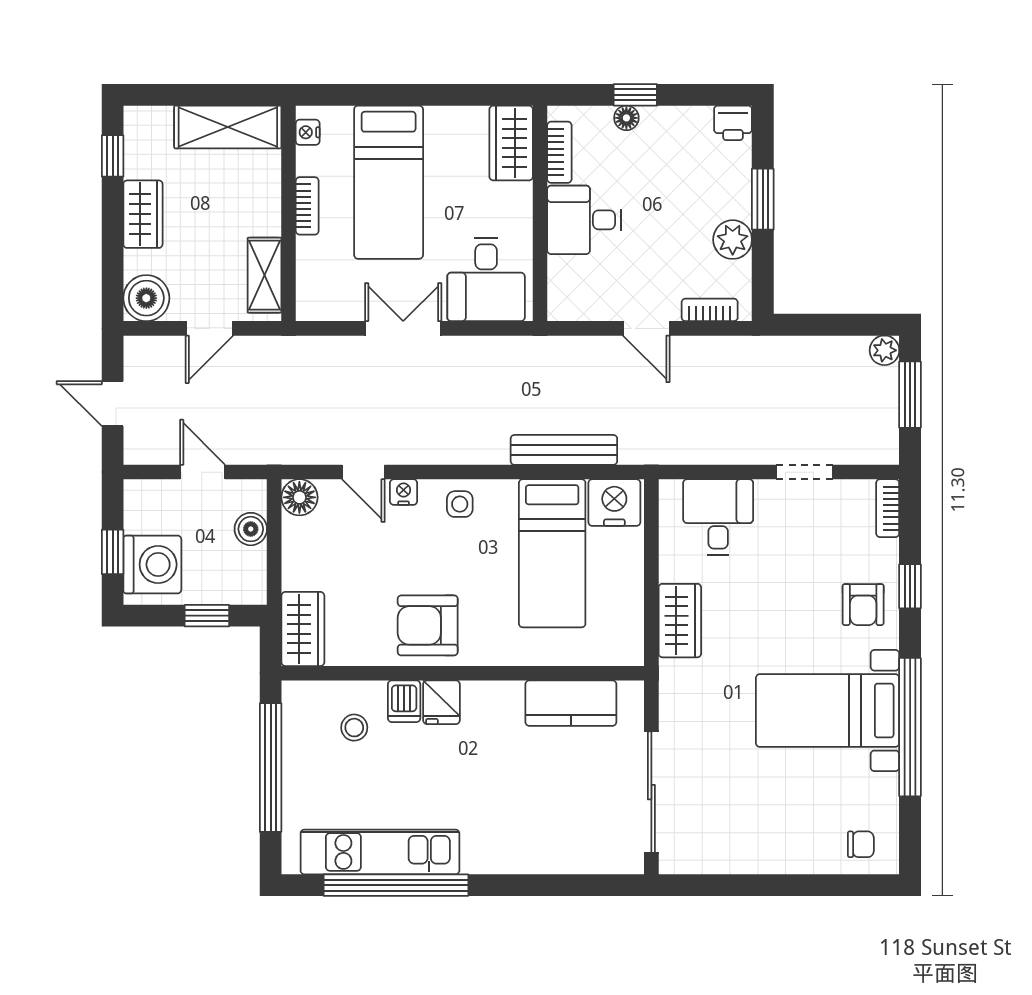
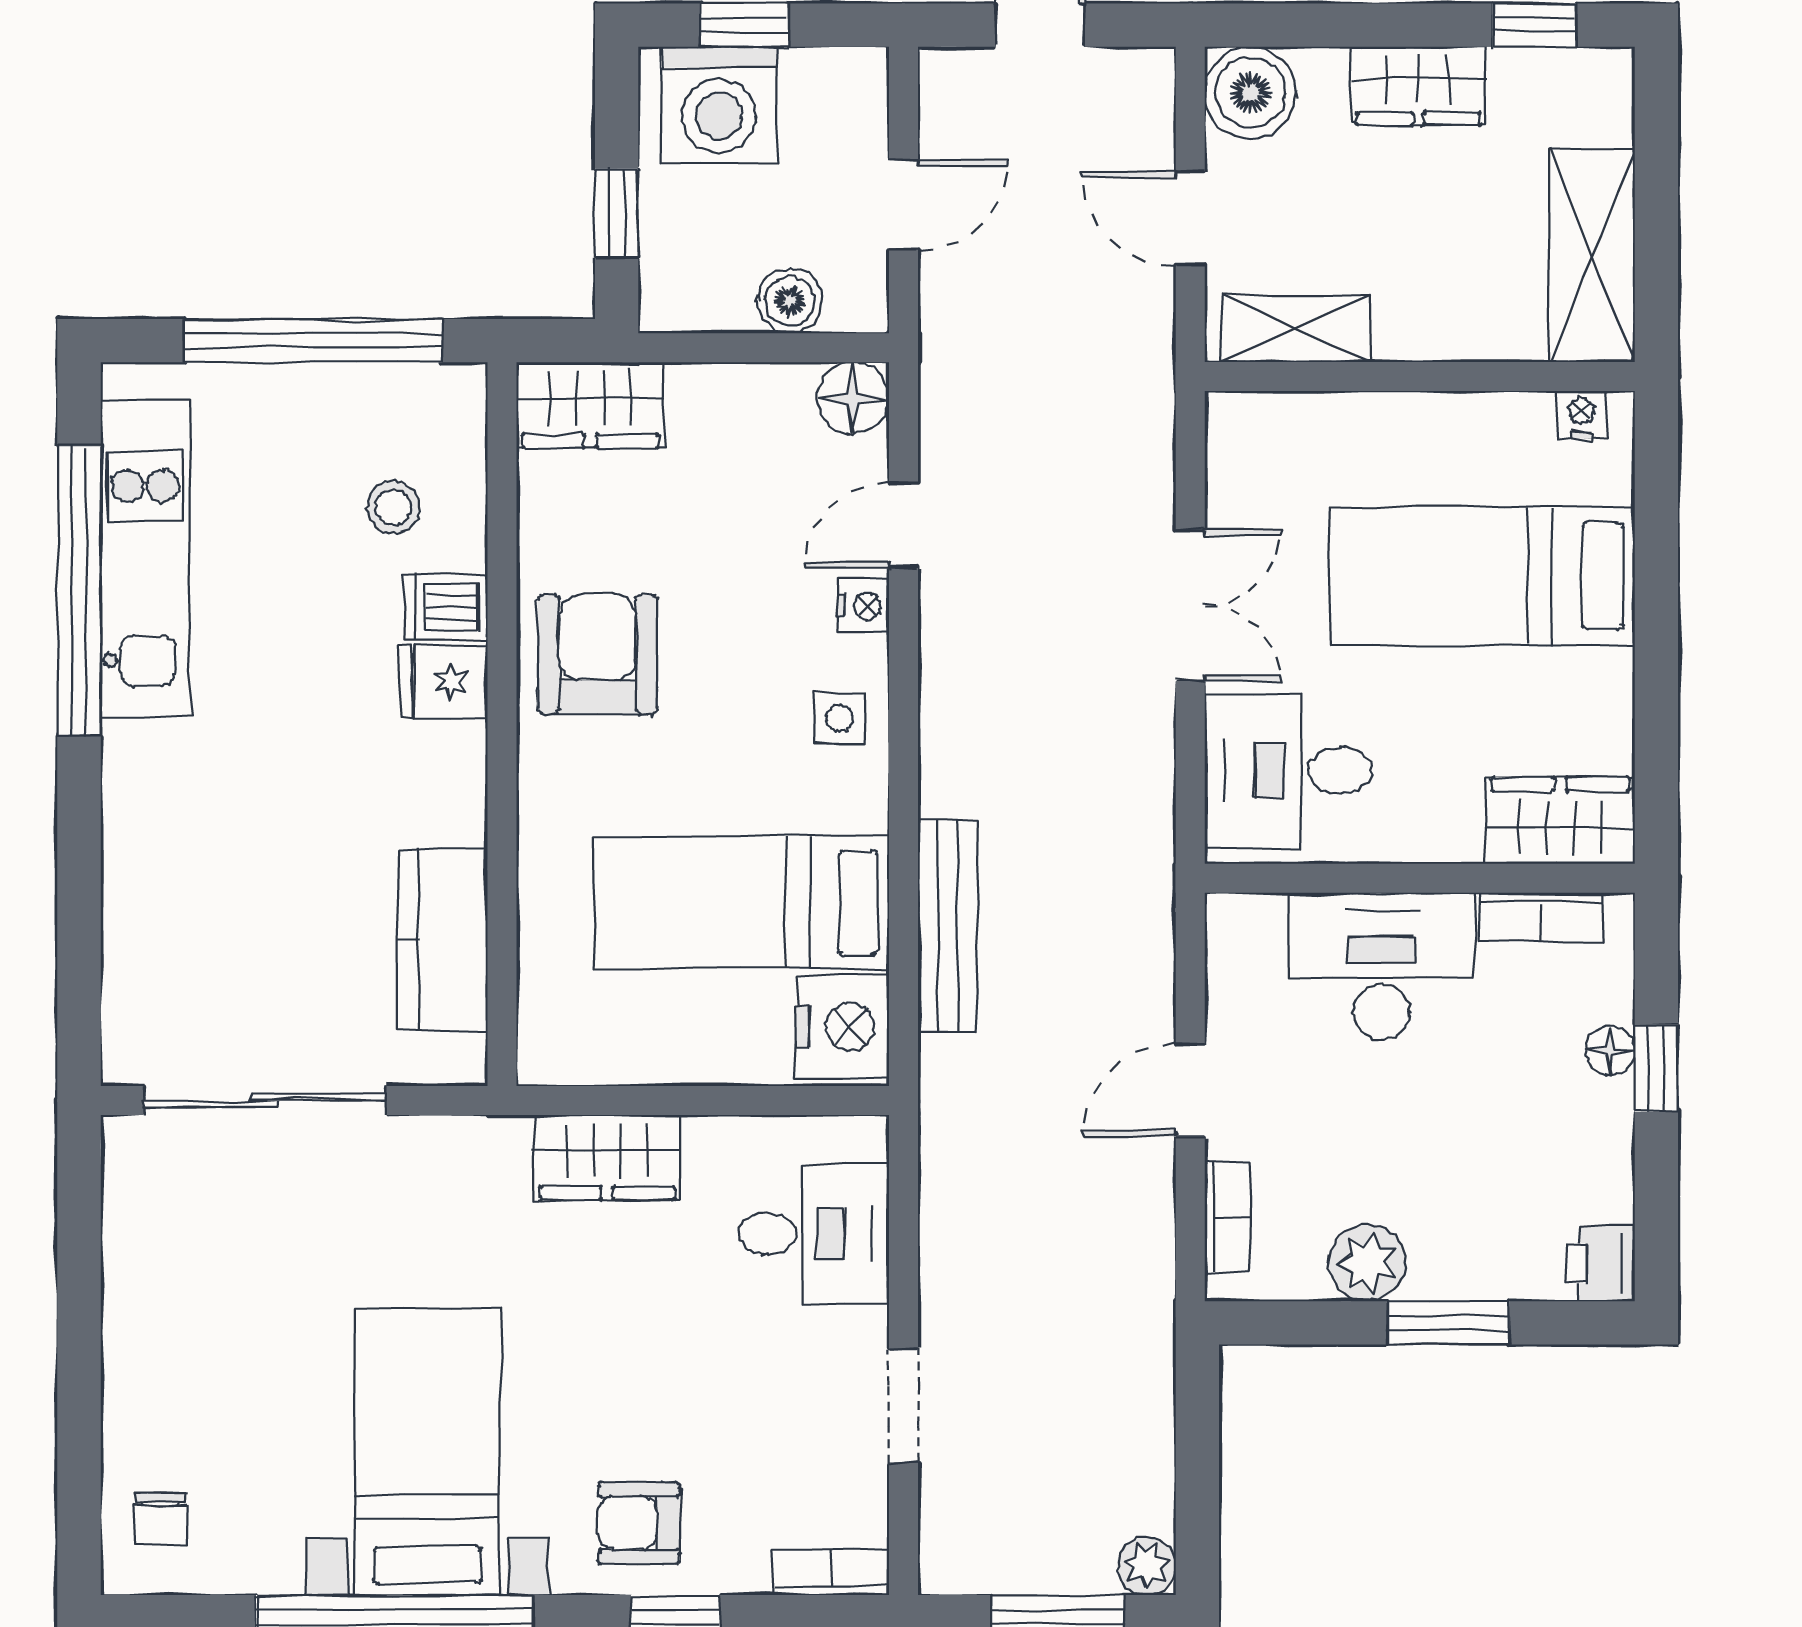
bookcase: (307, 206) -> (1435, 414), removed
desk: (584, 220) -> (1381, 966), width x1.37

